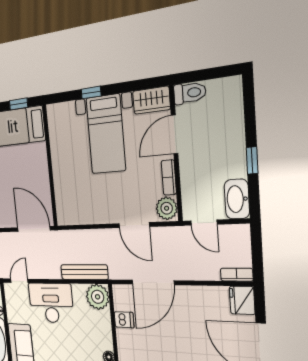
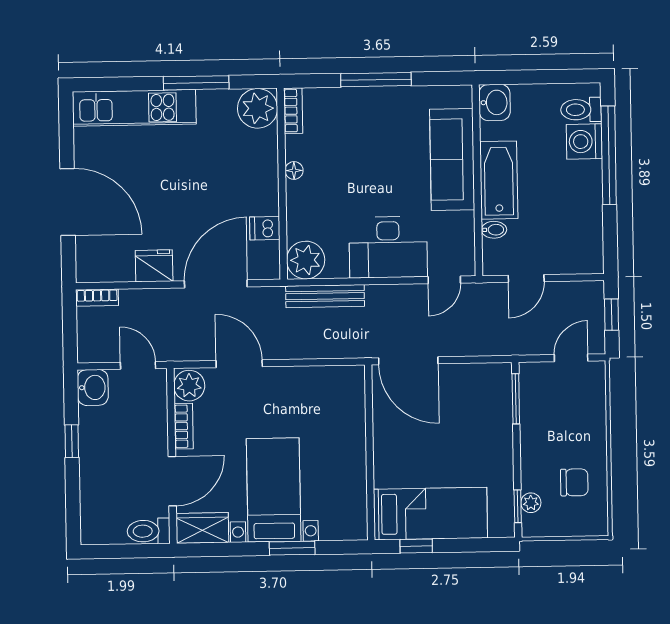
window: (91, 93) -> (292, 548), width x1.50
washbasin: (237, 199) -> (93, 387), width x0.72
fridge: (242, 300) -> (154, 266), moved, turned -90

